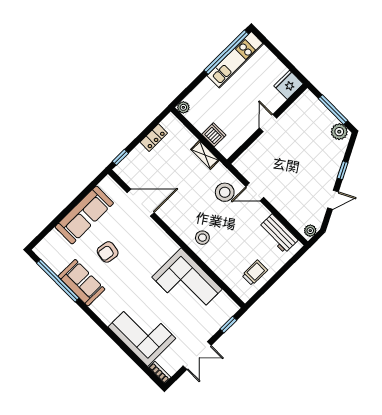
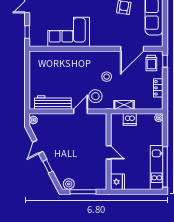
workbench: (278, 234) -> (53, 102), width x1.38
stool: (202, 238) -> (107, 77), moved
trolley: (255, 273) -> (151, 63), moved

